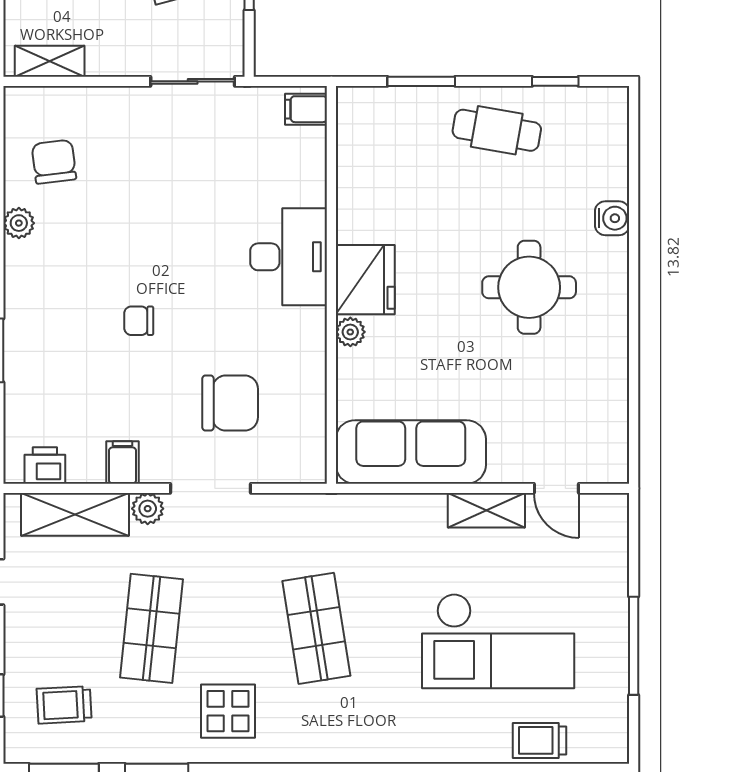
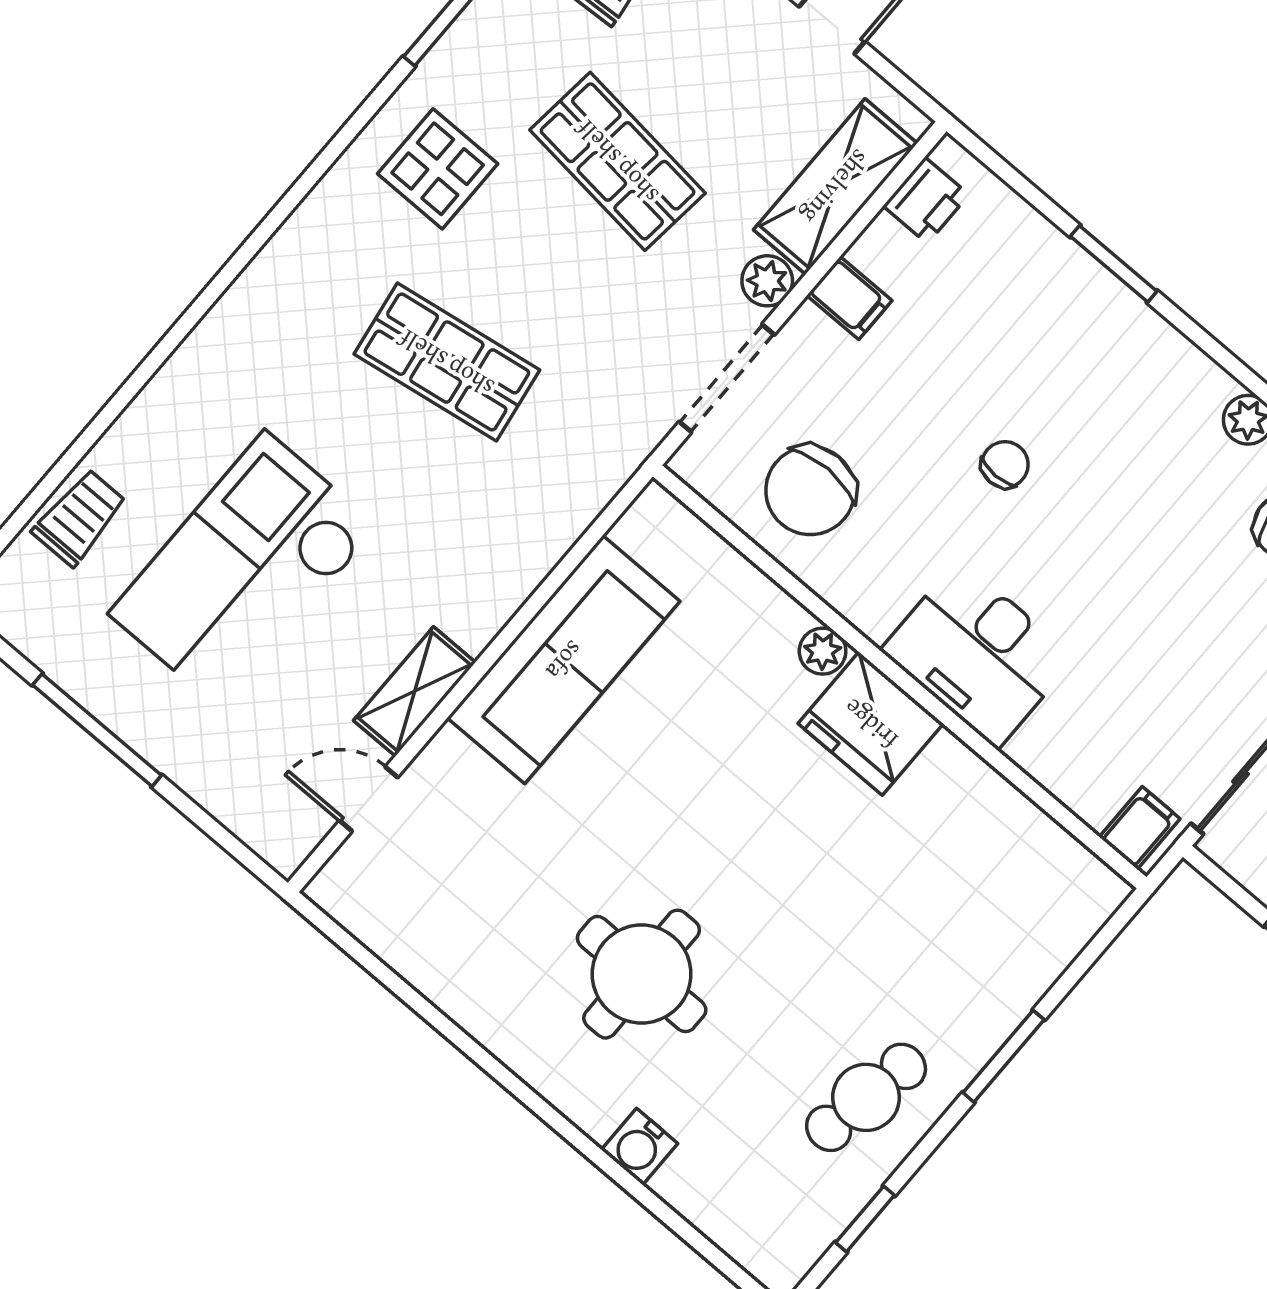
filing cabinet: (306, 109) -> (1140, 828), moved
desk: (289, 257) -> (978, 654), moved
fridge: (365, 280) -> (871, 723), moved
wall: (331, 285) -> (900, 677), moved
plant: (350, 332) -> (823, 651), moved

